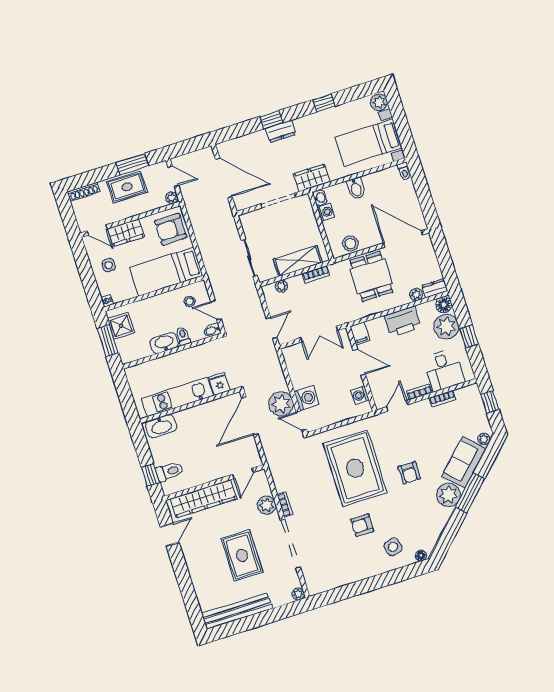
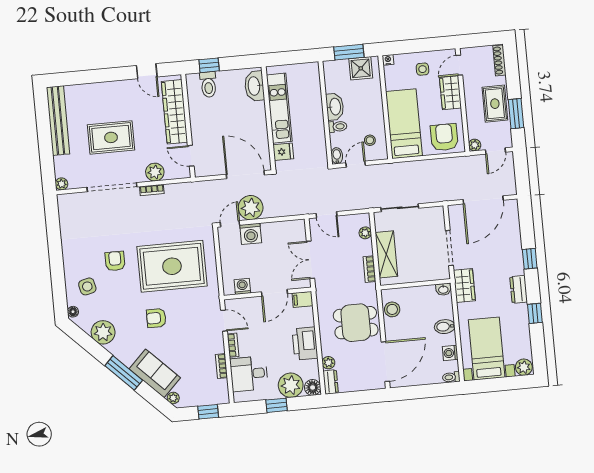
dresser: (280, 131) -> (519, 289), moved
washing machine: (326, 212) -> (450, 353), moved, turned 90
plant: (448, 495) -> (103, 332), moved

